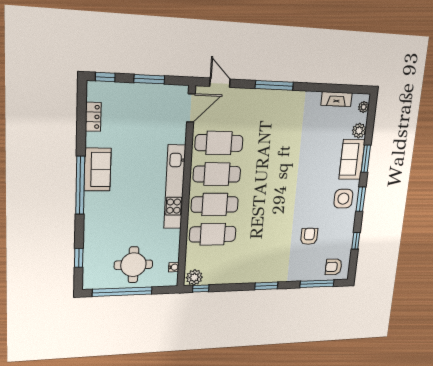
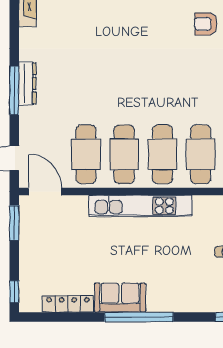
window: (149, 79) -> (14, 223), moved
dresser: (279, 97) -> (27, 83), added
locker: (93, 117) -> (68, 304), width x1.53

